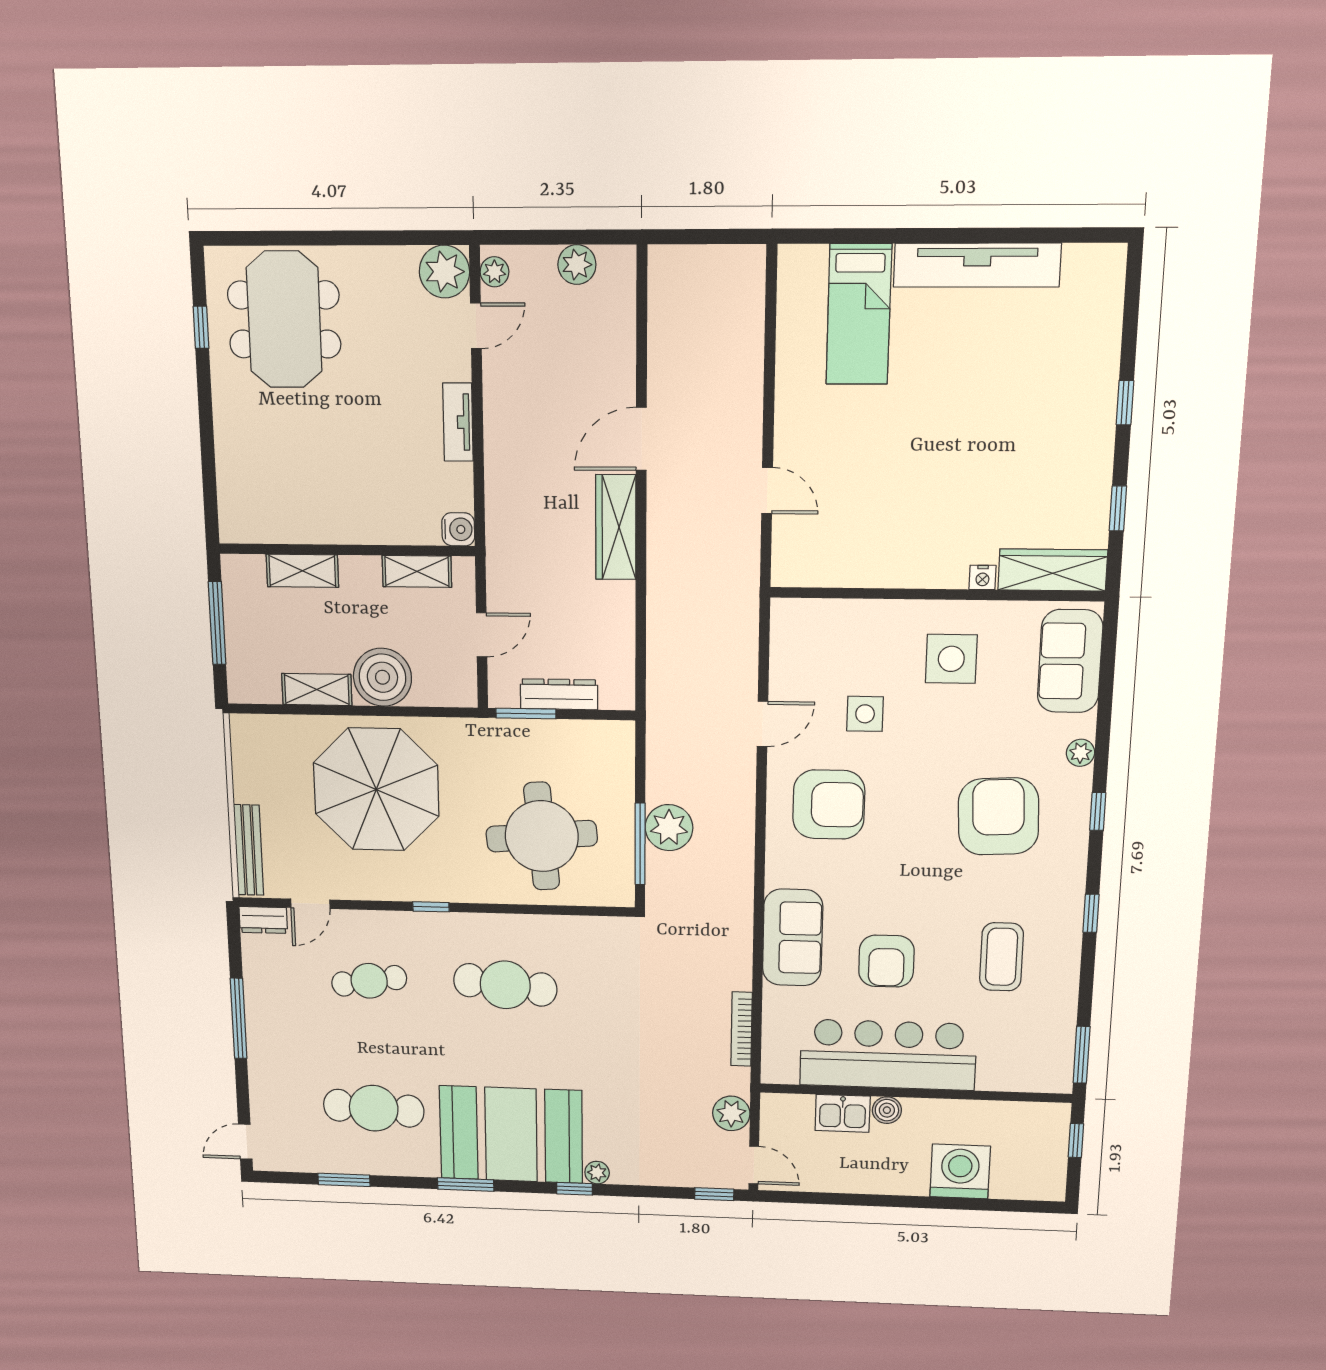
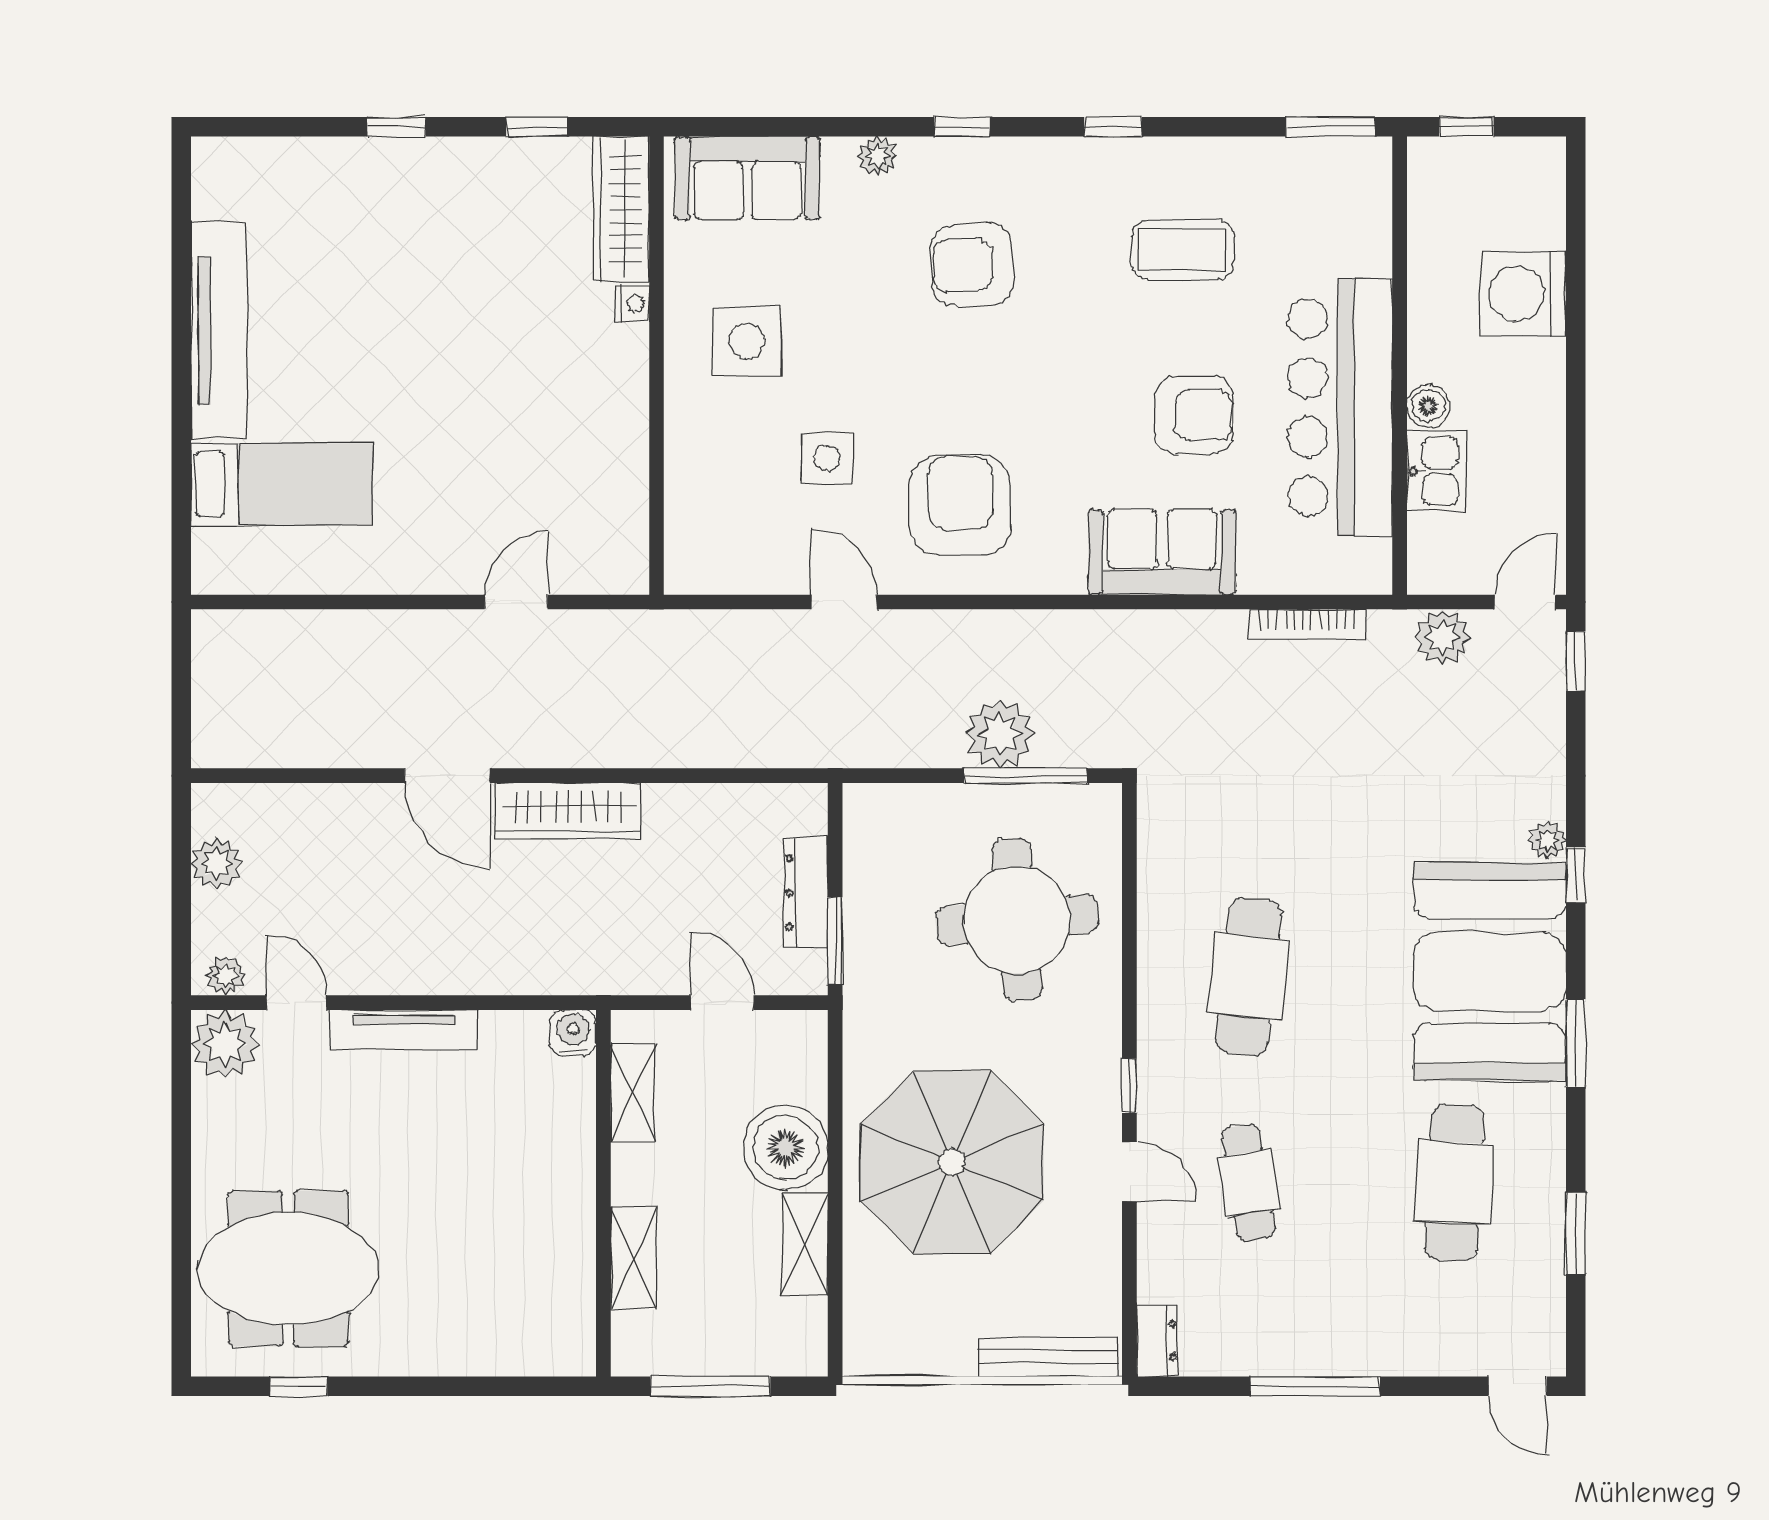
tv unit: (458, 422) -> (404, 1030), width x1.41
armchair: (998, 816) -> (972, 265), width x0.73, depth x0.73
door: (310, 904) -> (1129, 1172), moved

